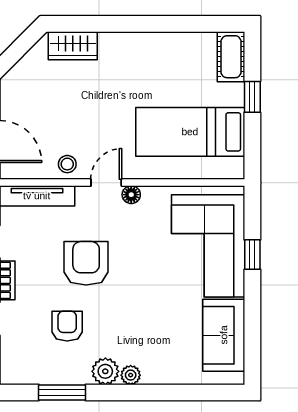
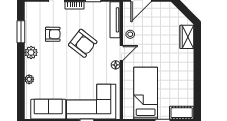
door: (106, 183) -> (121, 53), hinge flipped
armchair: (86, 263) -> (83, 43), turned 38
plant: (131, 375) -> (29, 79), moved

